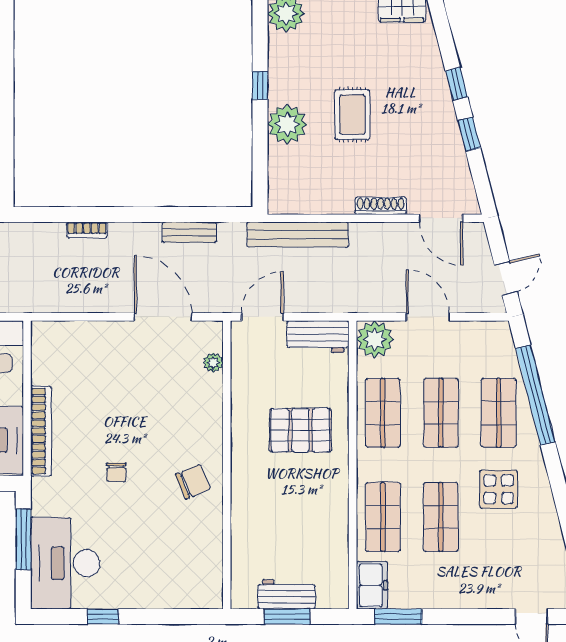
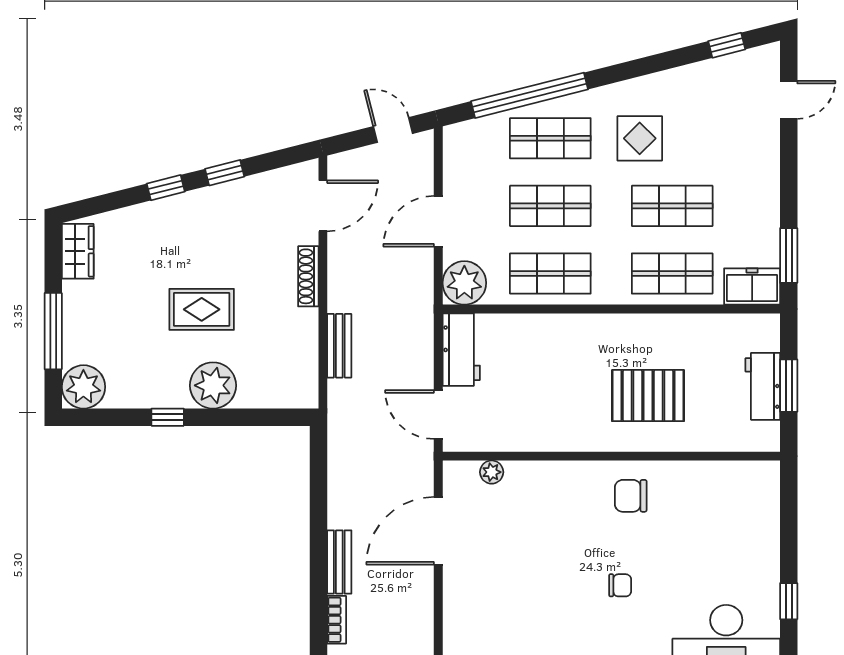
bench: (189, 232) -> (339, 562), moved
bench: (298, 235) -> (339, 346), width x0.54, depth x0.82
pallet: (300, 430) -> (648, 396), moved, turned 90
chair: (193, 482) -> (631, 496), turned -67

